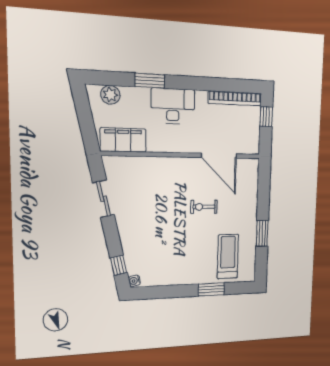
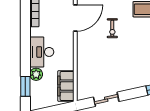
window: (150, 81) -> (25, 86), moved
plant: (110, 95) -> (36, 74), moved

